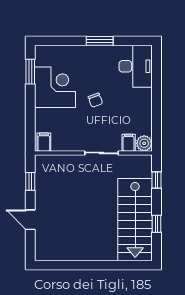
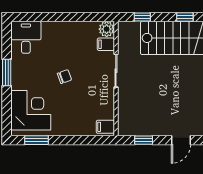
desk: (136, 66) -> (26, 37), width x0.73
corner desk: (55, 87) -> (31, 110), moved, turned 90

